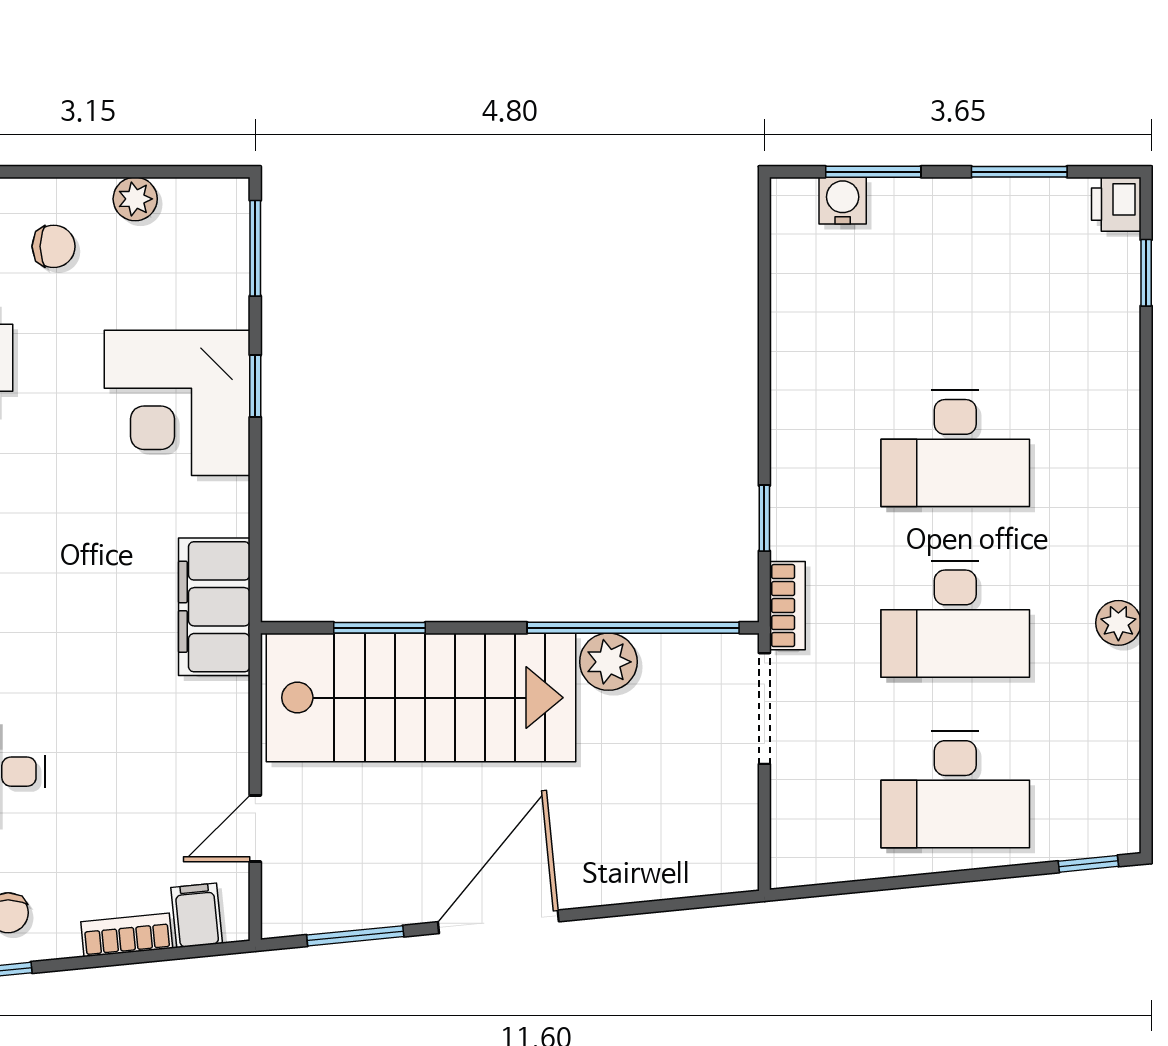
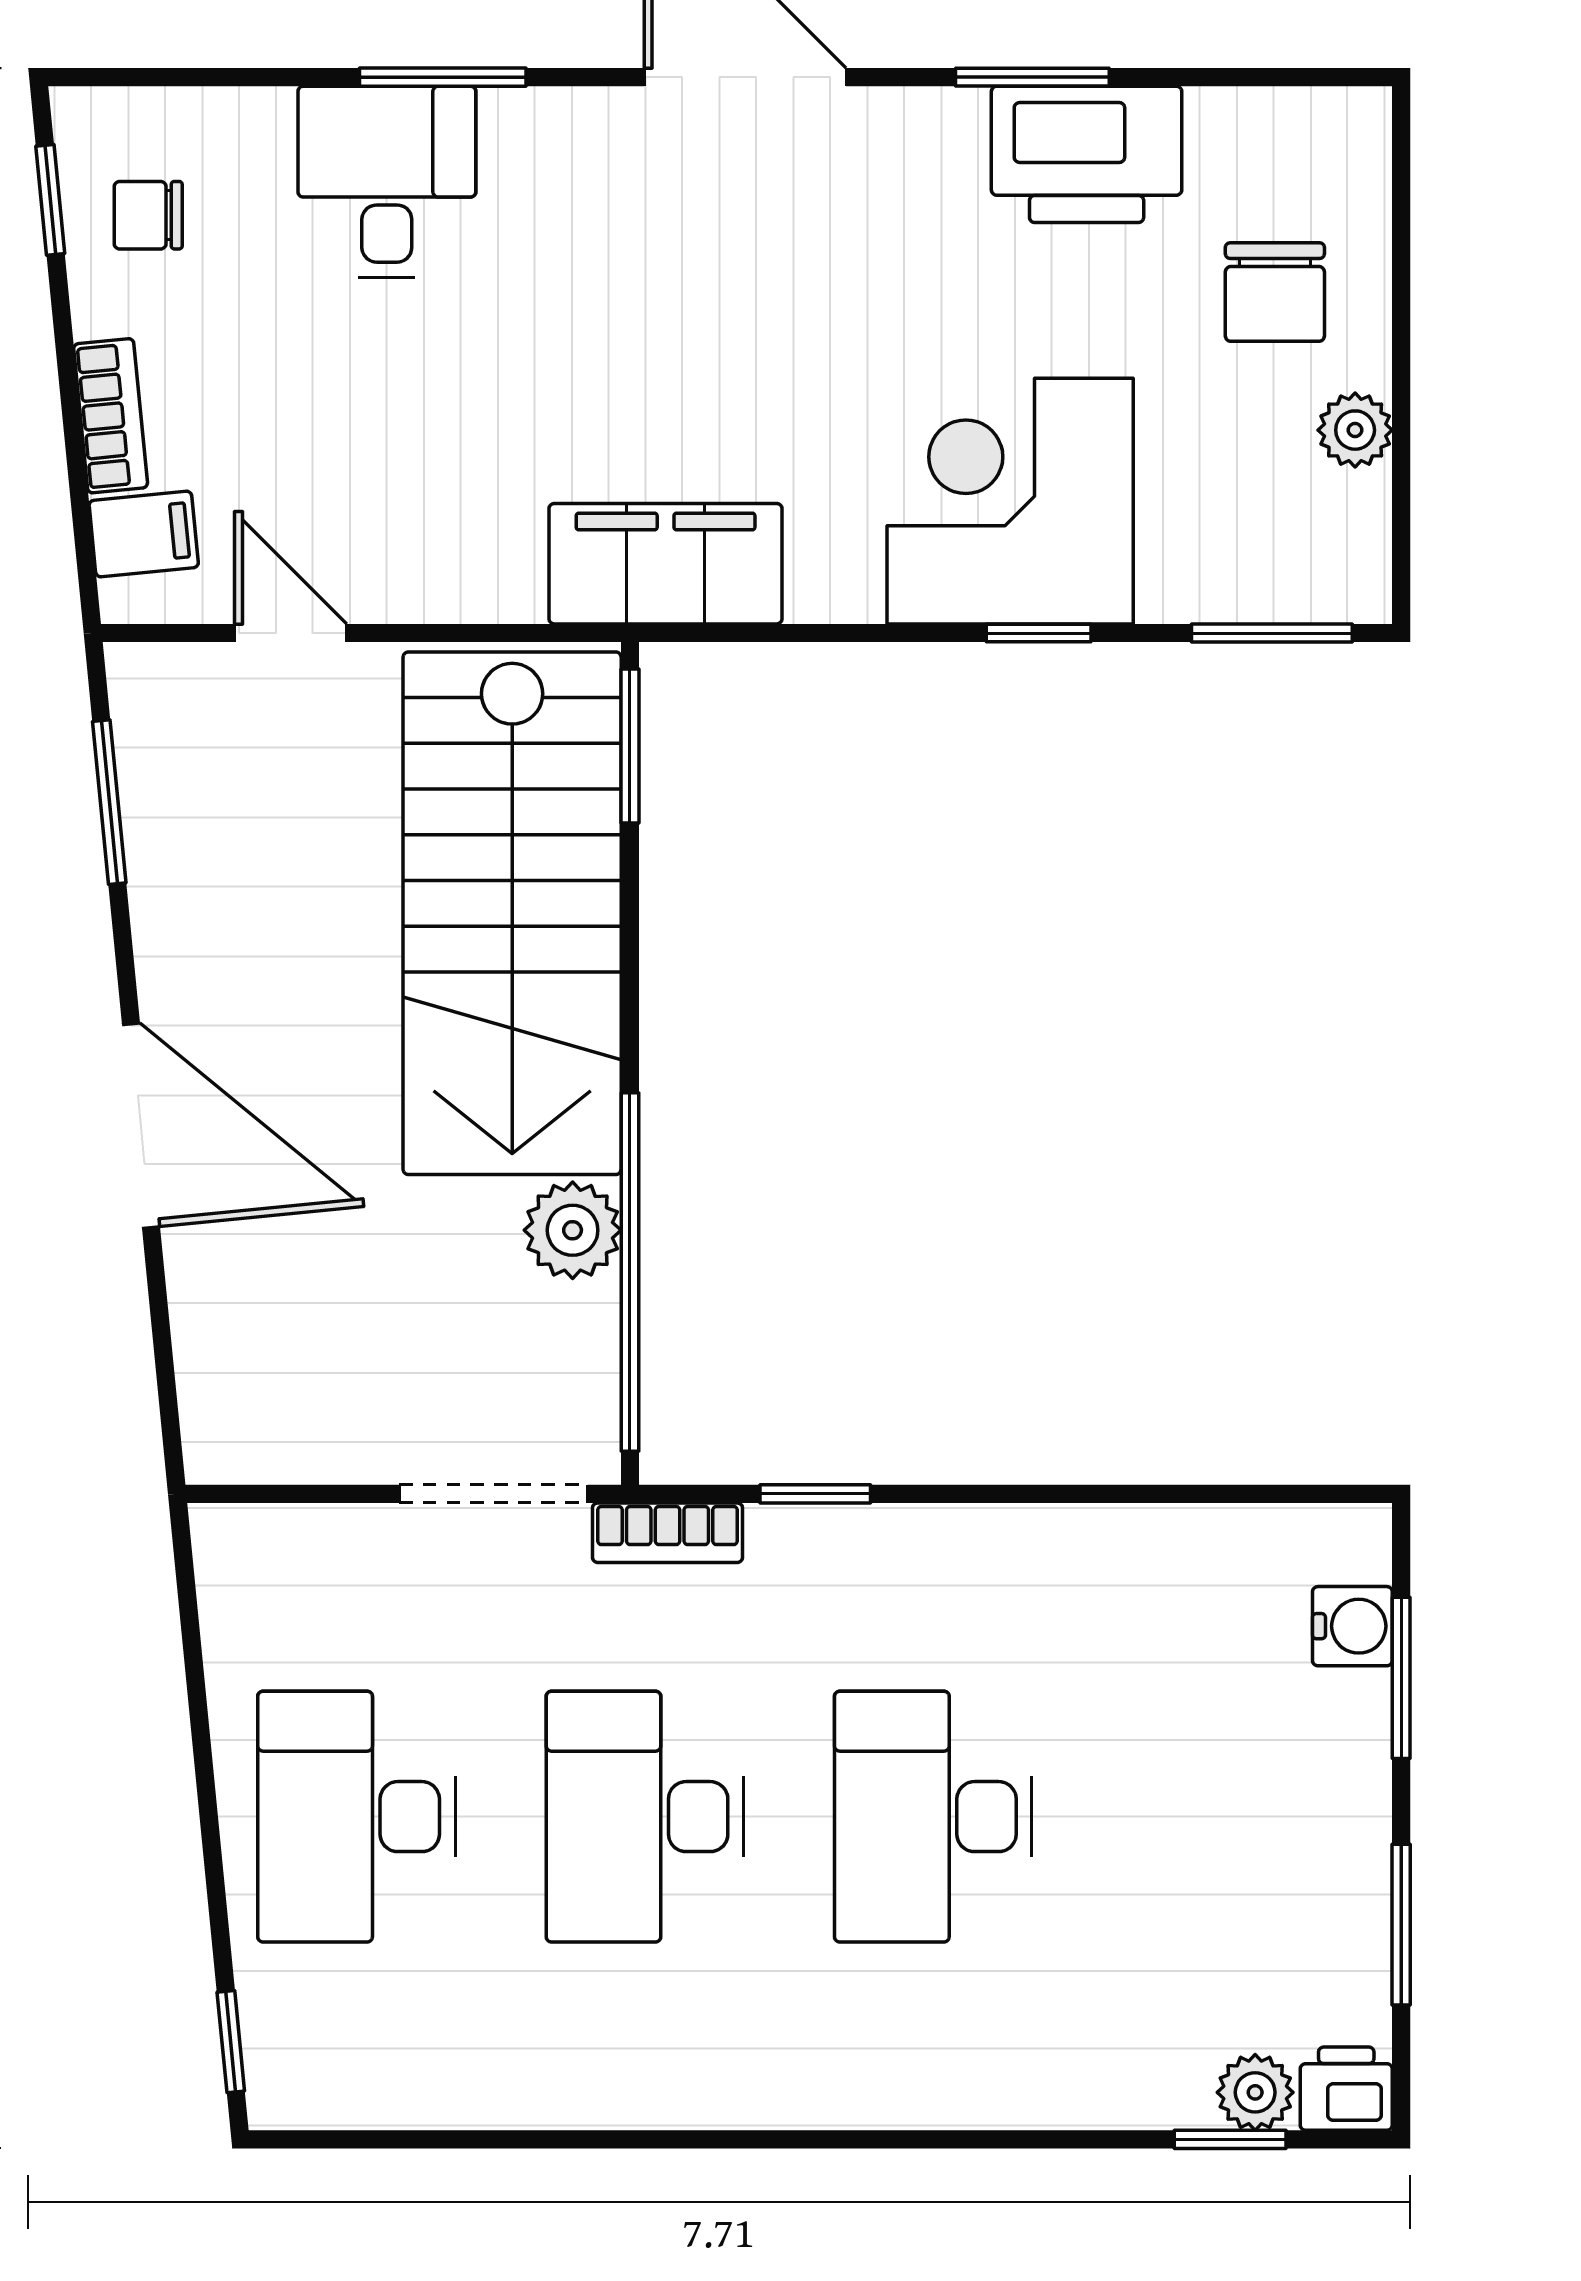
chair: (54, 246) -> (1275, 292), width x1.37, depth x1.37
plant: (1118, 623) -> (1255, 2092), moved
window: (379, 628) -> (630, 746), moved
door: (498, 922) -> (141, 1126), moved

